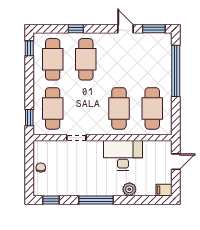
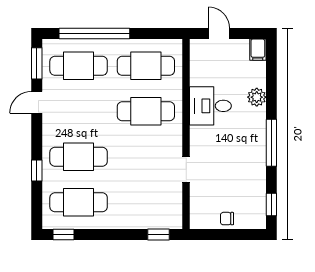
cafe table: (53, 108) -> (79, 66), moved
desk: (123, 155) -> (210, 106), width x0.73

